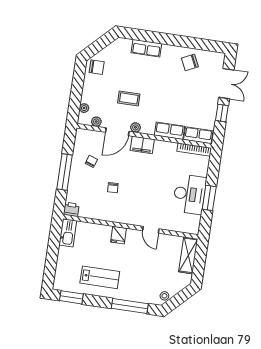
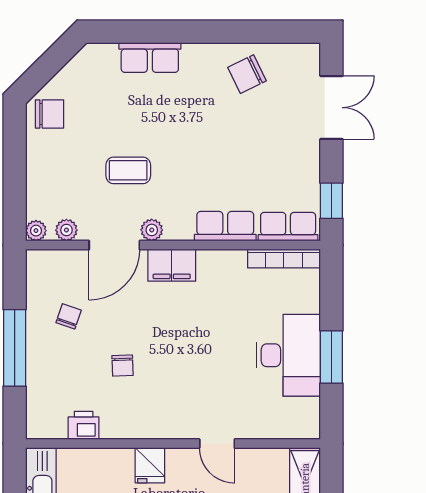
plant: (84, 108) -> (36, 231), moved
window: (222, 113) -> (331, 201), moved
printer: (71, 209) -> (84, 425), moved

